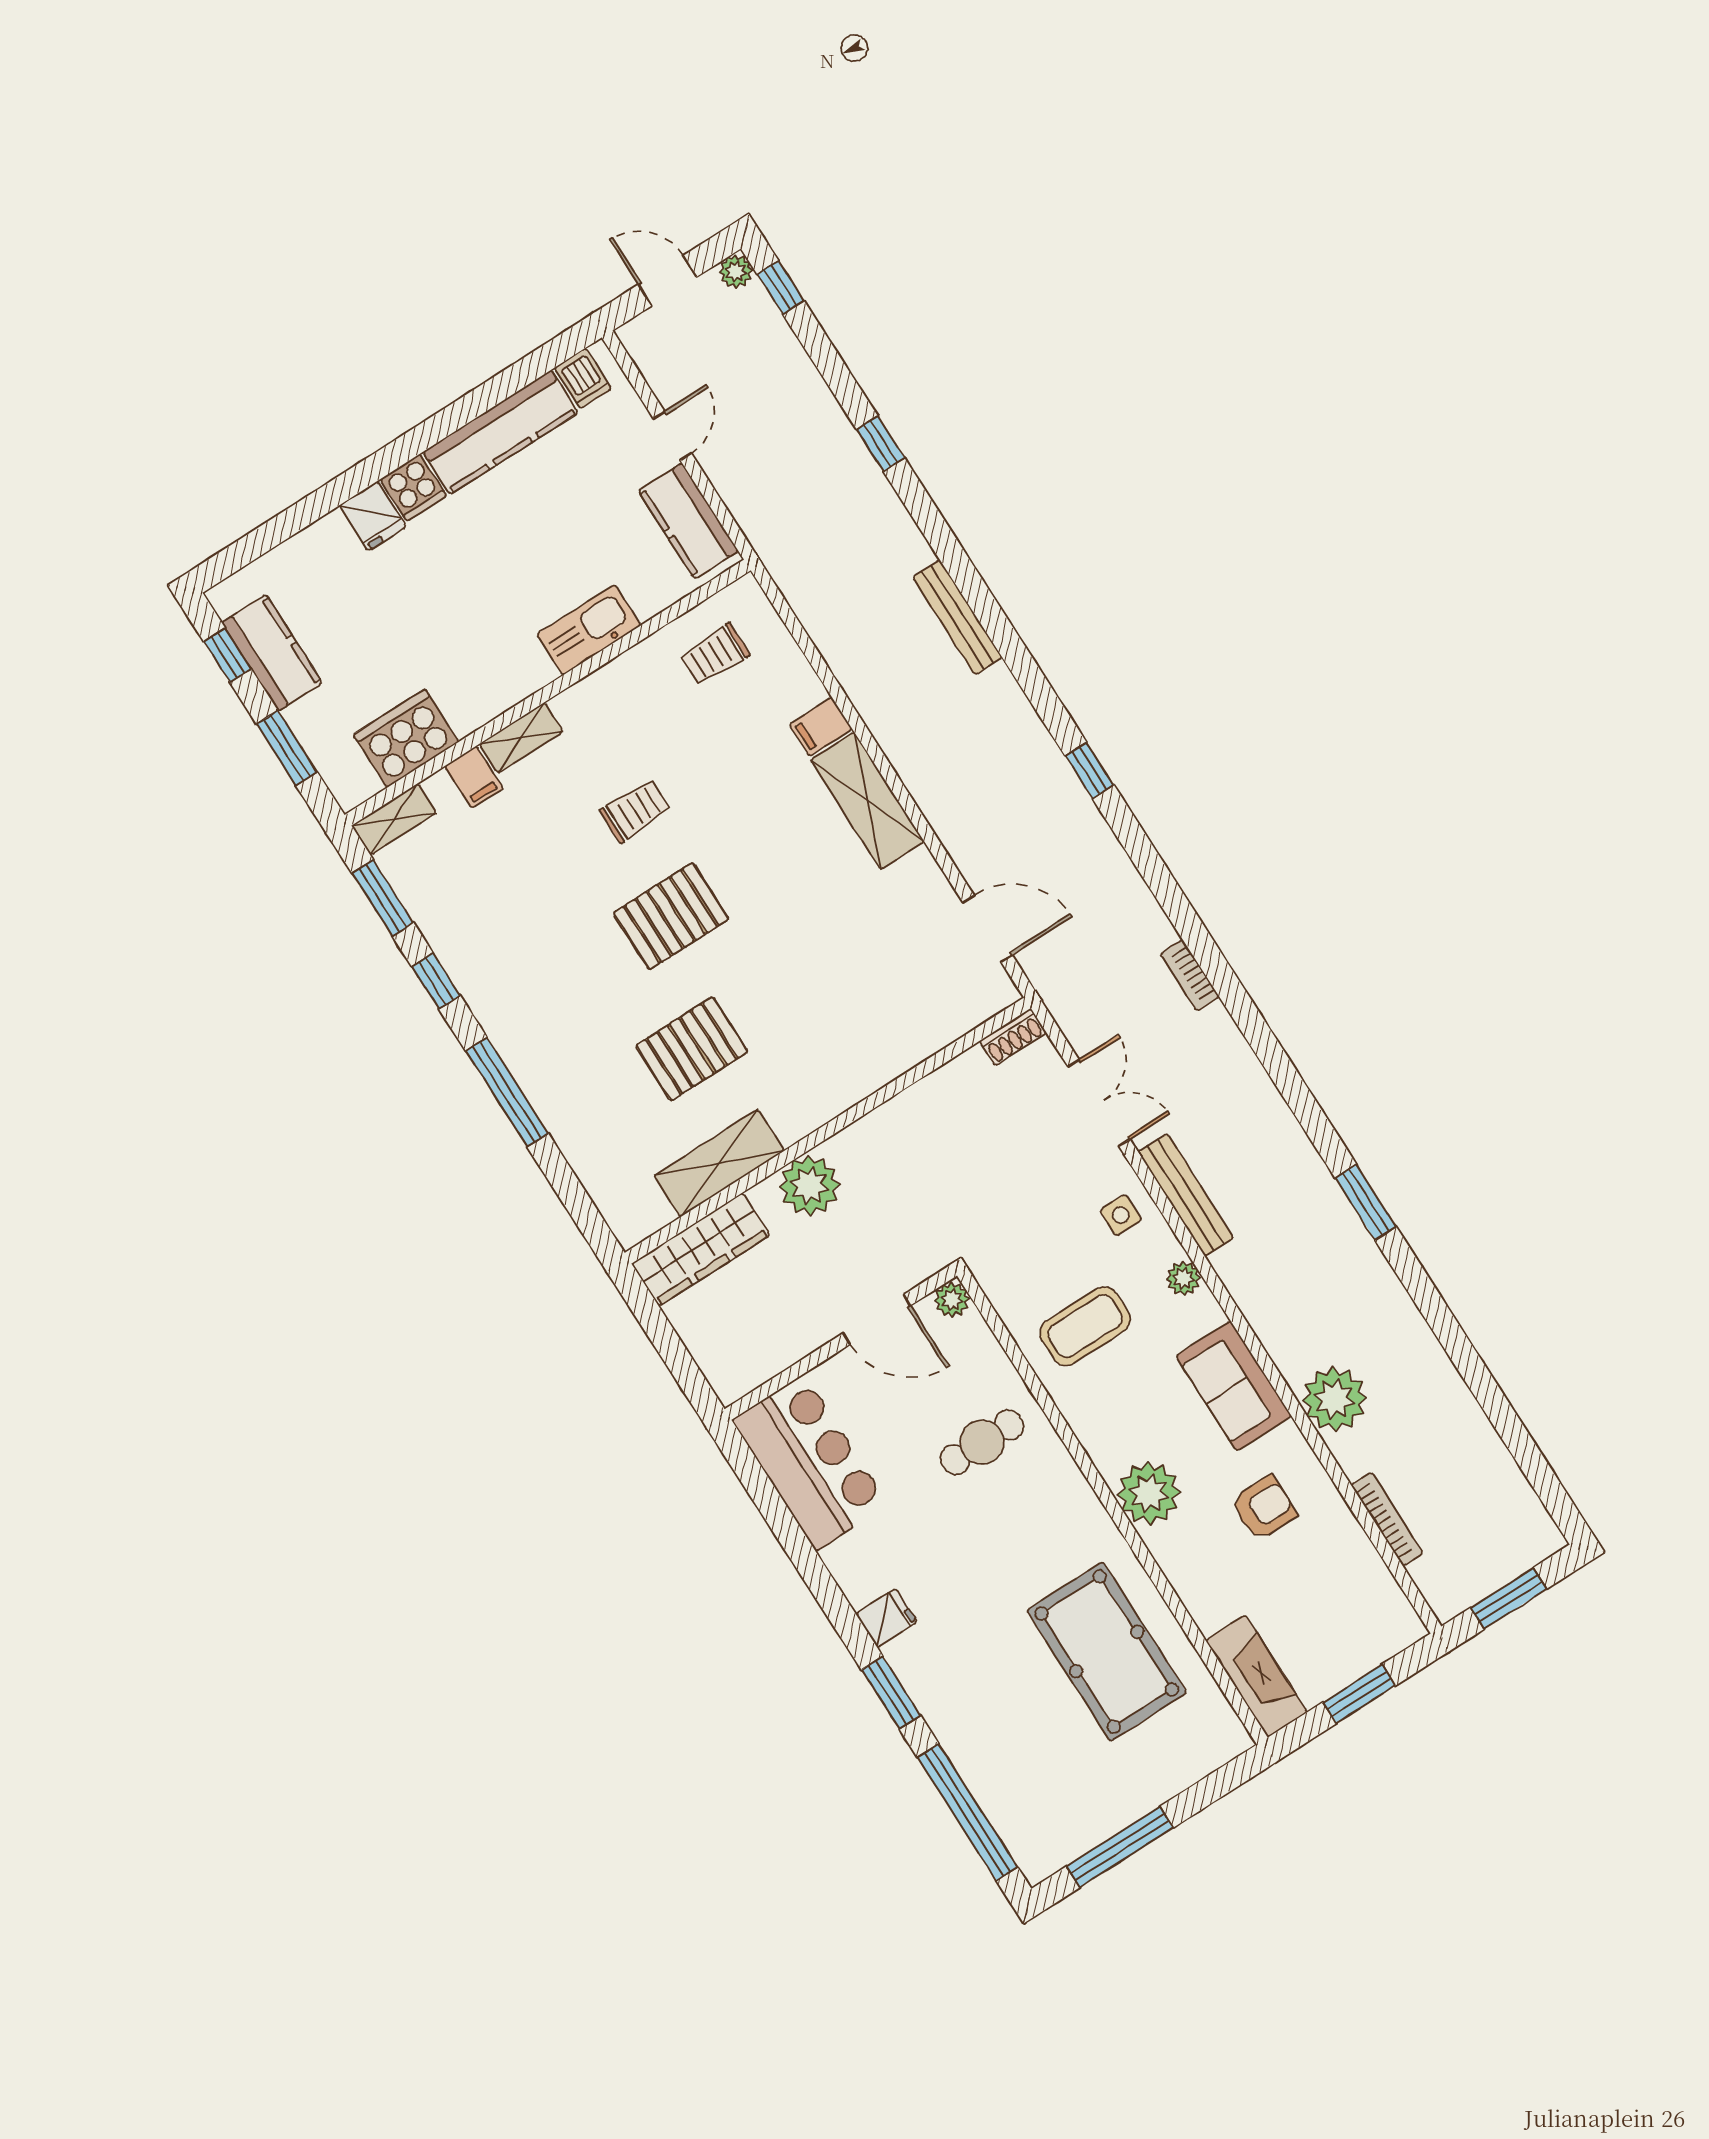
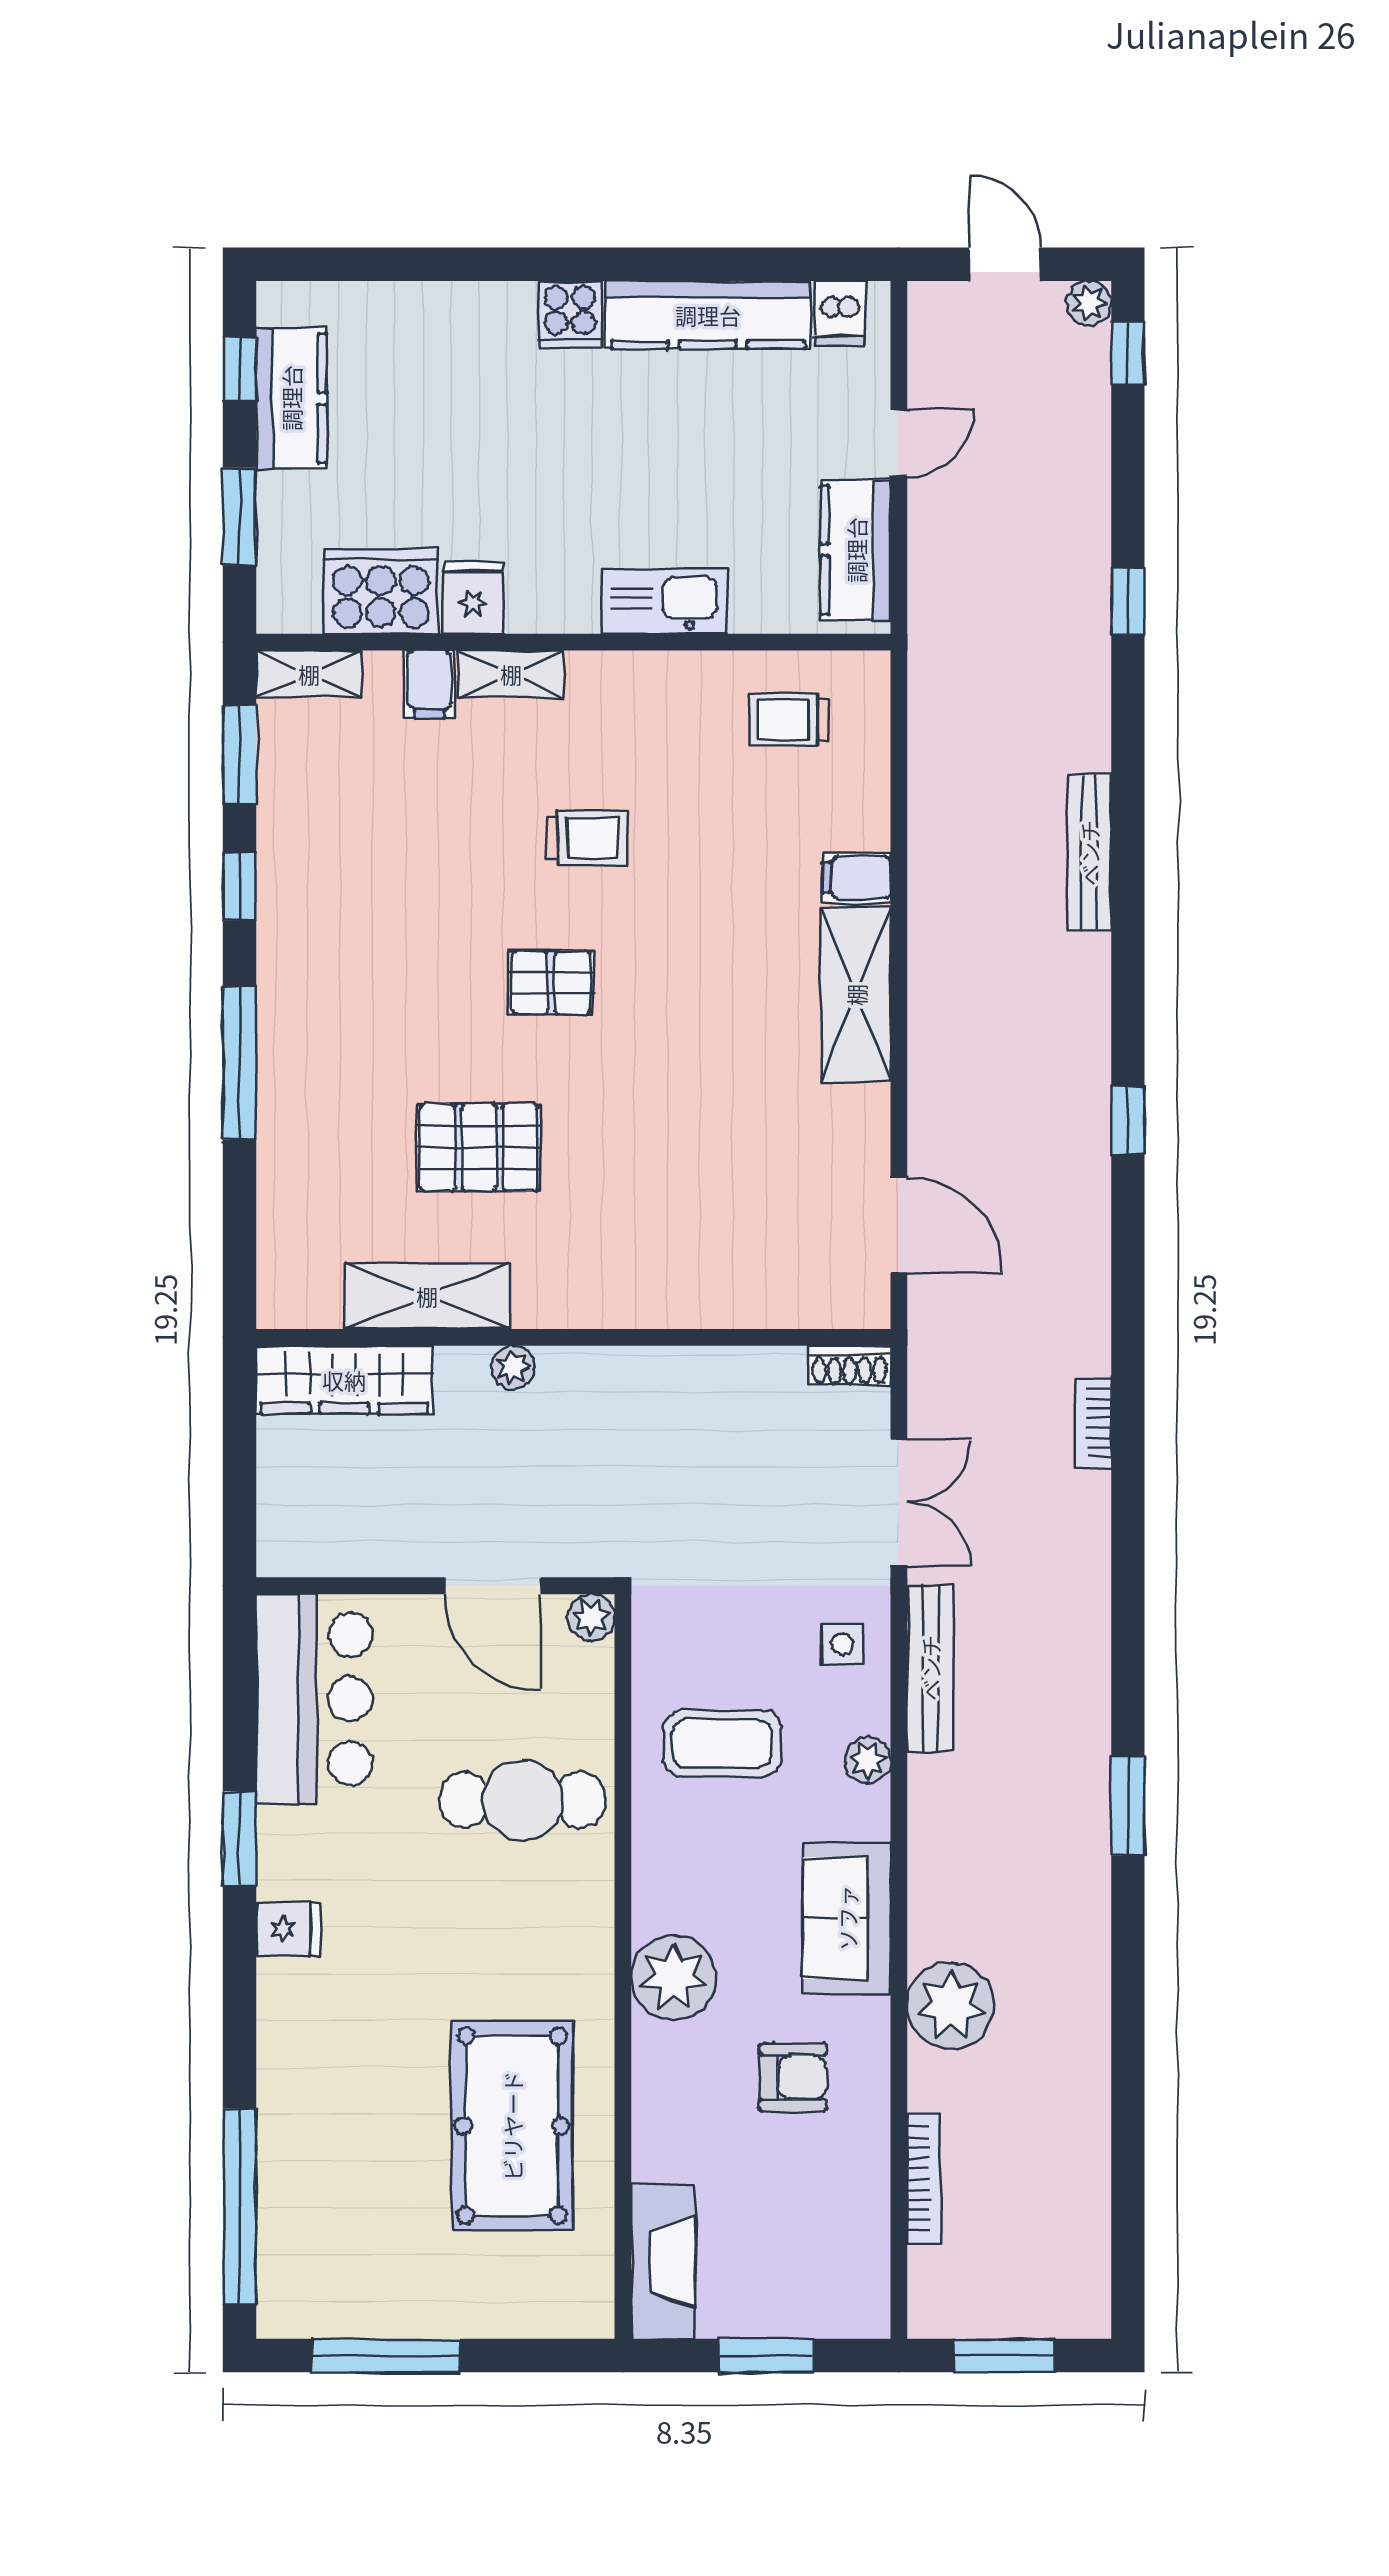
fridge: (373, 516) -> (473, 598), moved, turned 180
pallet: (671, 916) -> (551, 983), width x0.67, depth x0.71
plant: (809, 1186) -> (513, 1367), width x0.53, depth x0.53
cafe table: (982, 1442) -> (522, 1800), width x1.37, depth x1.35
window: (891, 1693) -> (239, 1838), moved

